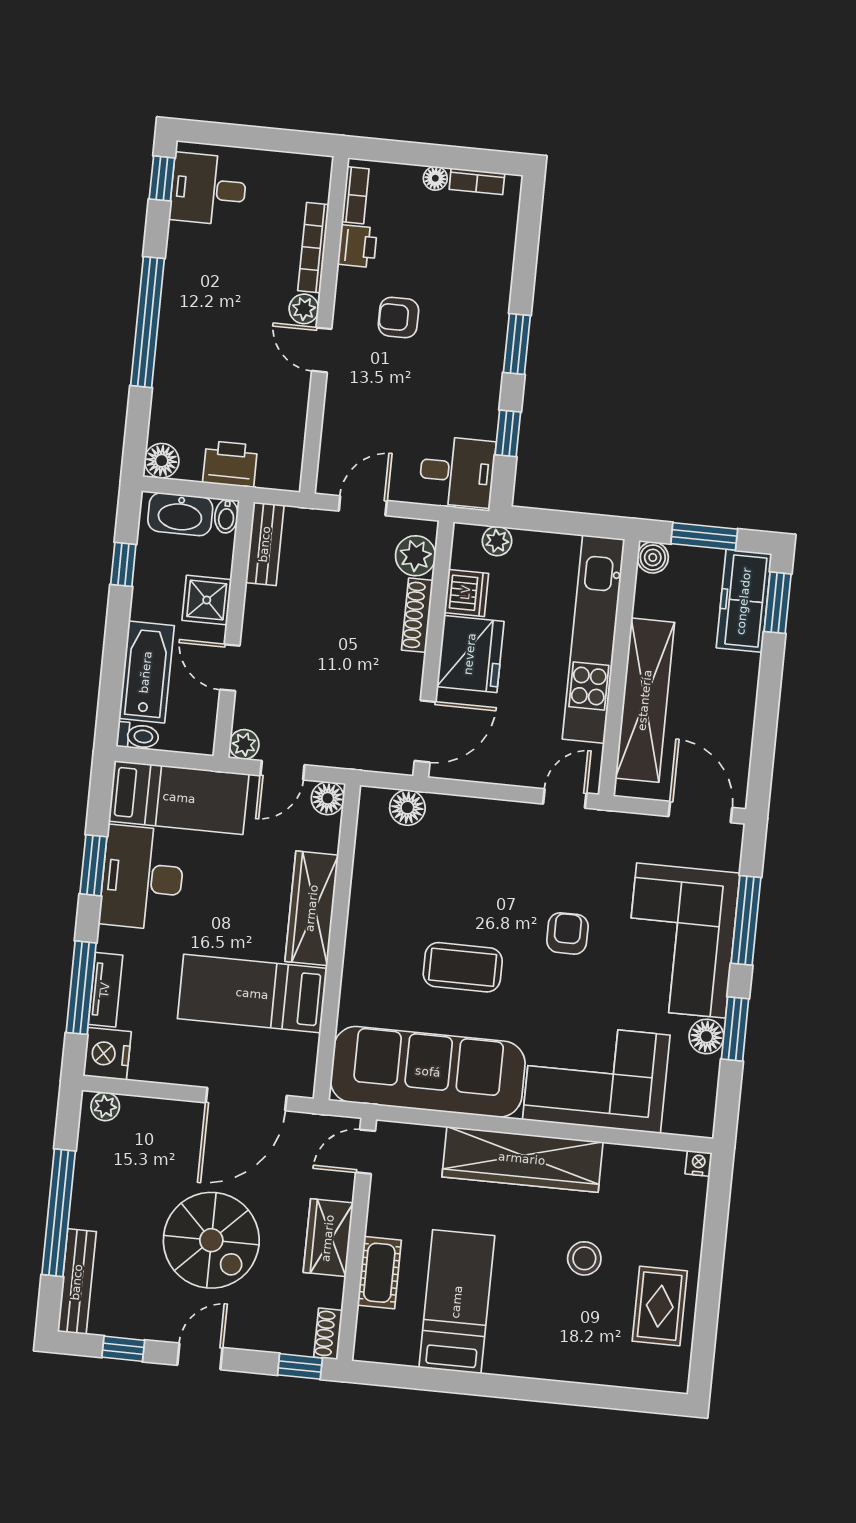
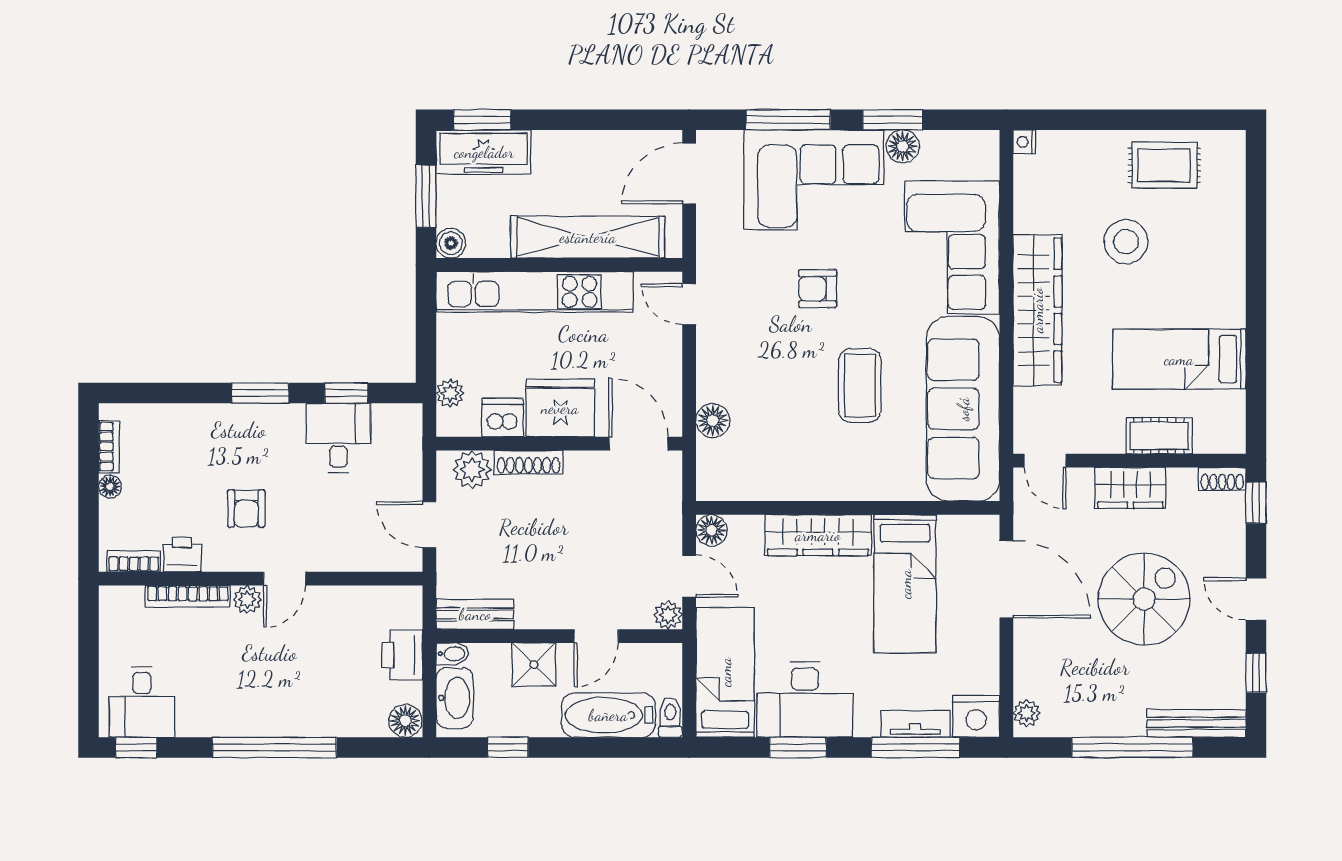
desk: (457, 472) -> (338, 438), moved
floor lamp: (407, 808) -> (713, 420), moved
stool: (584, 1258) -> (1126, 242), width x1.38, depth x1.38

